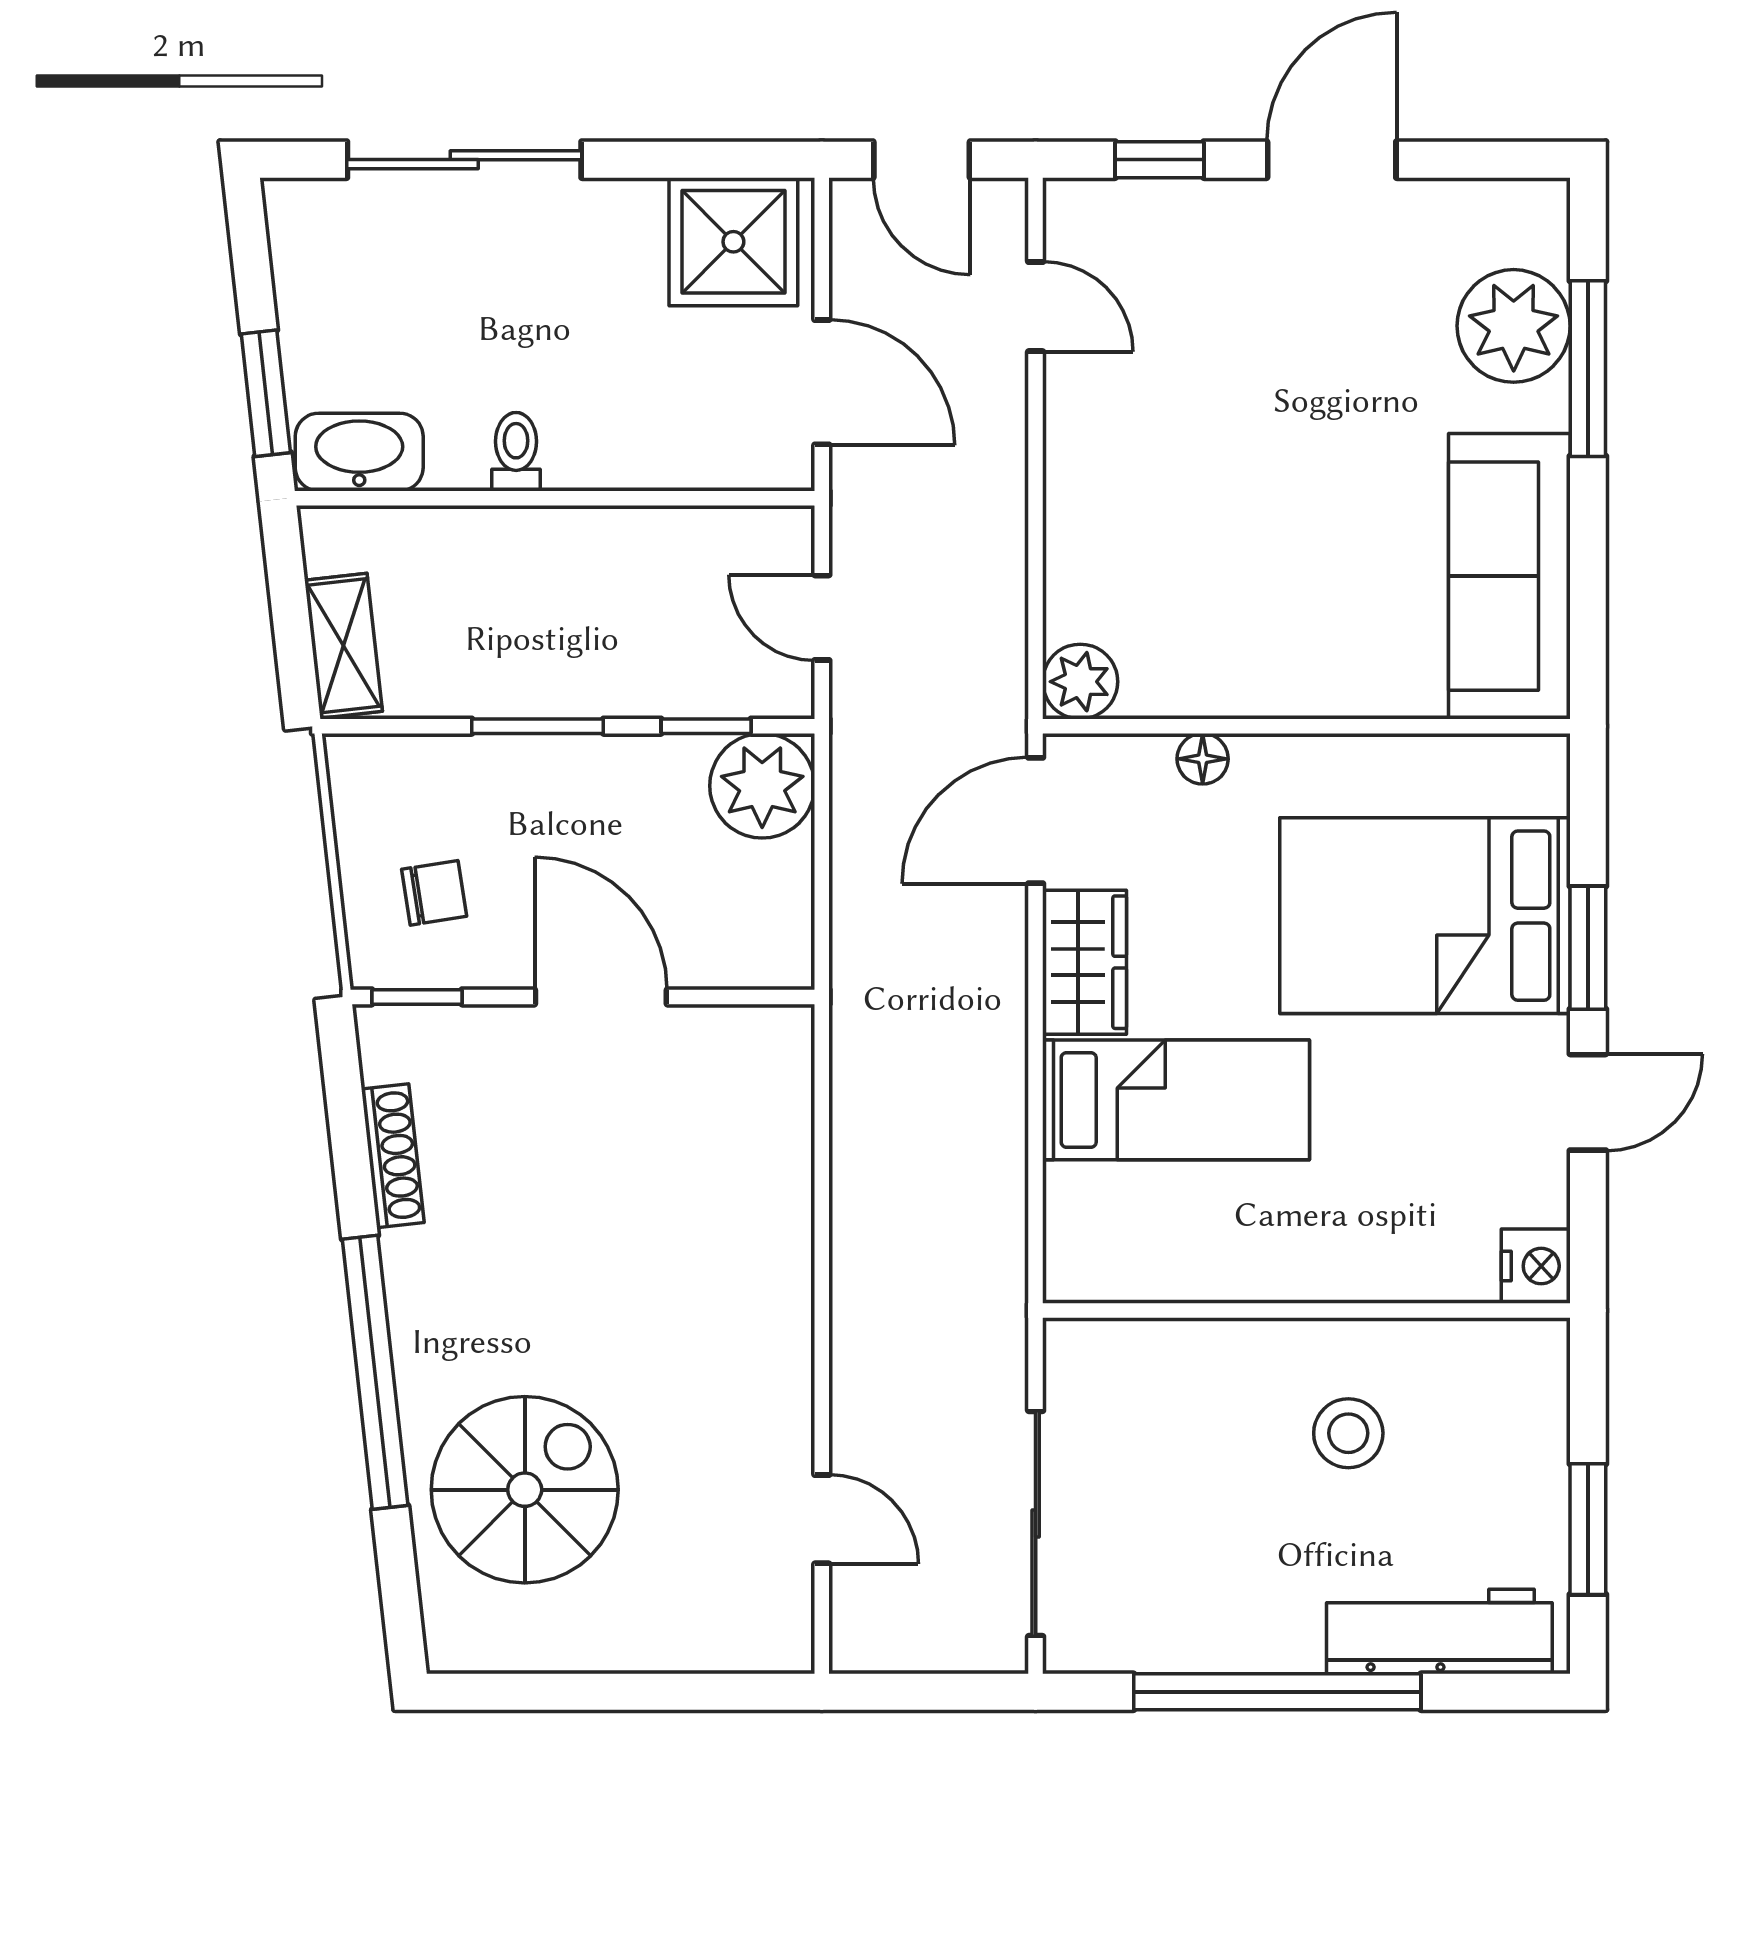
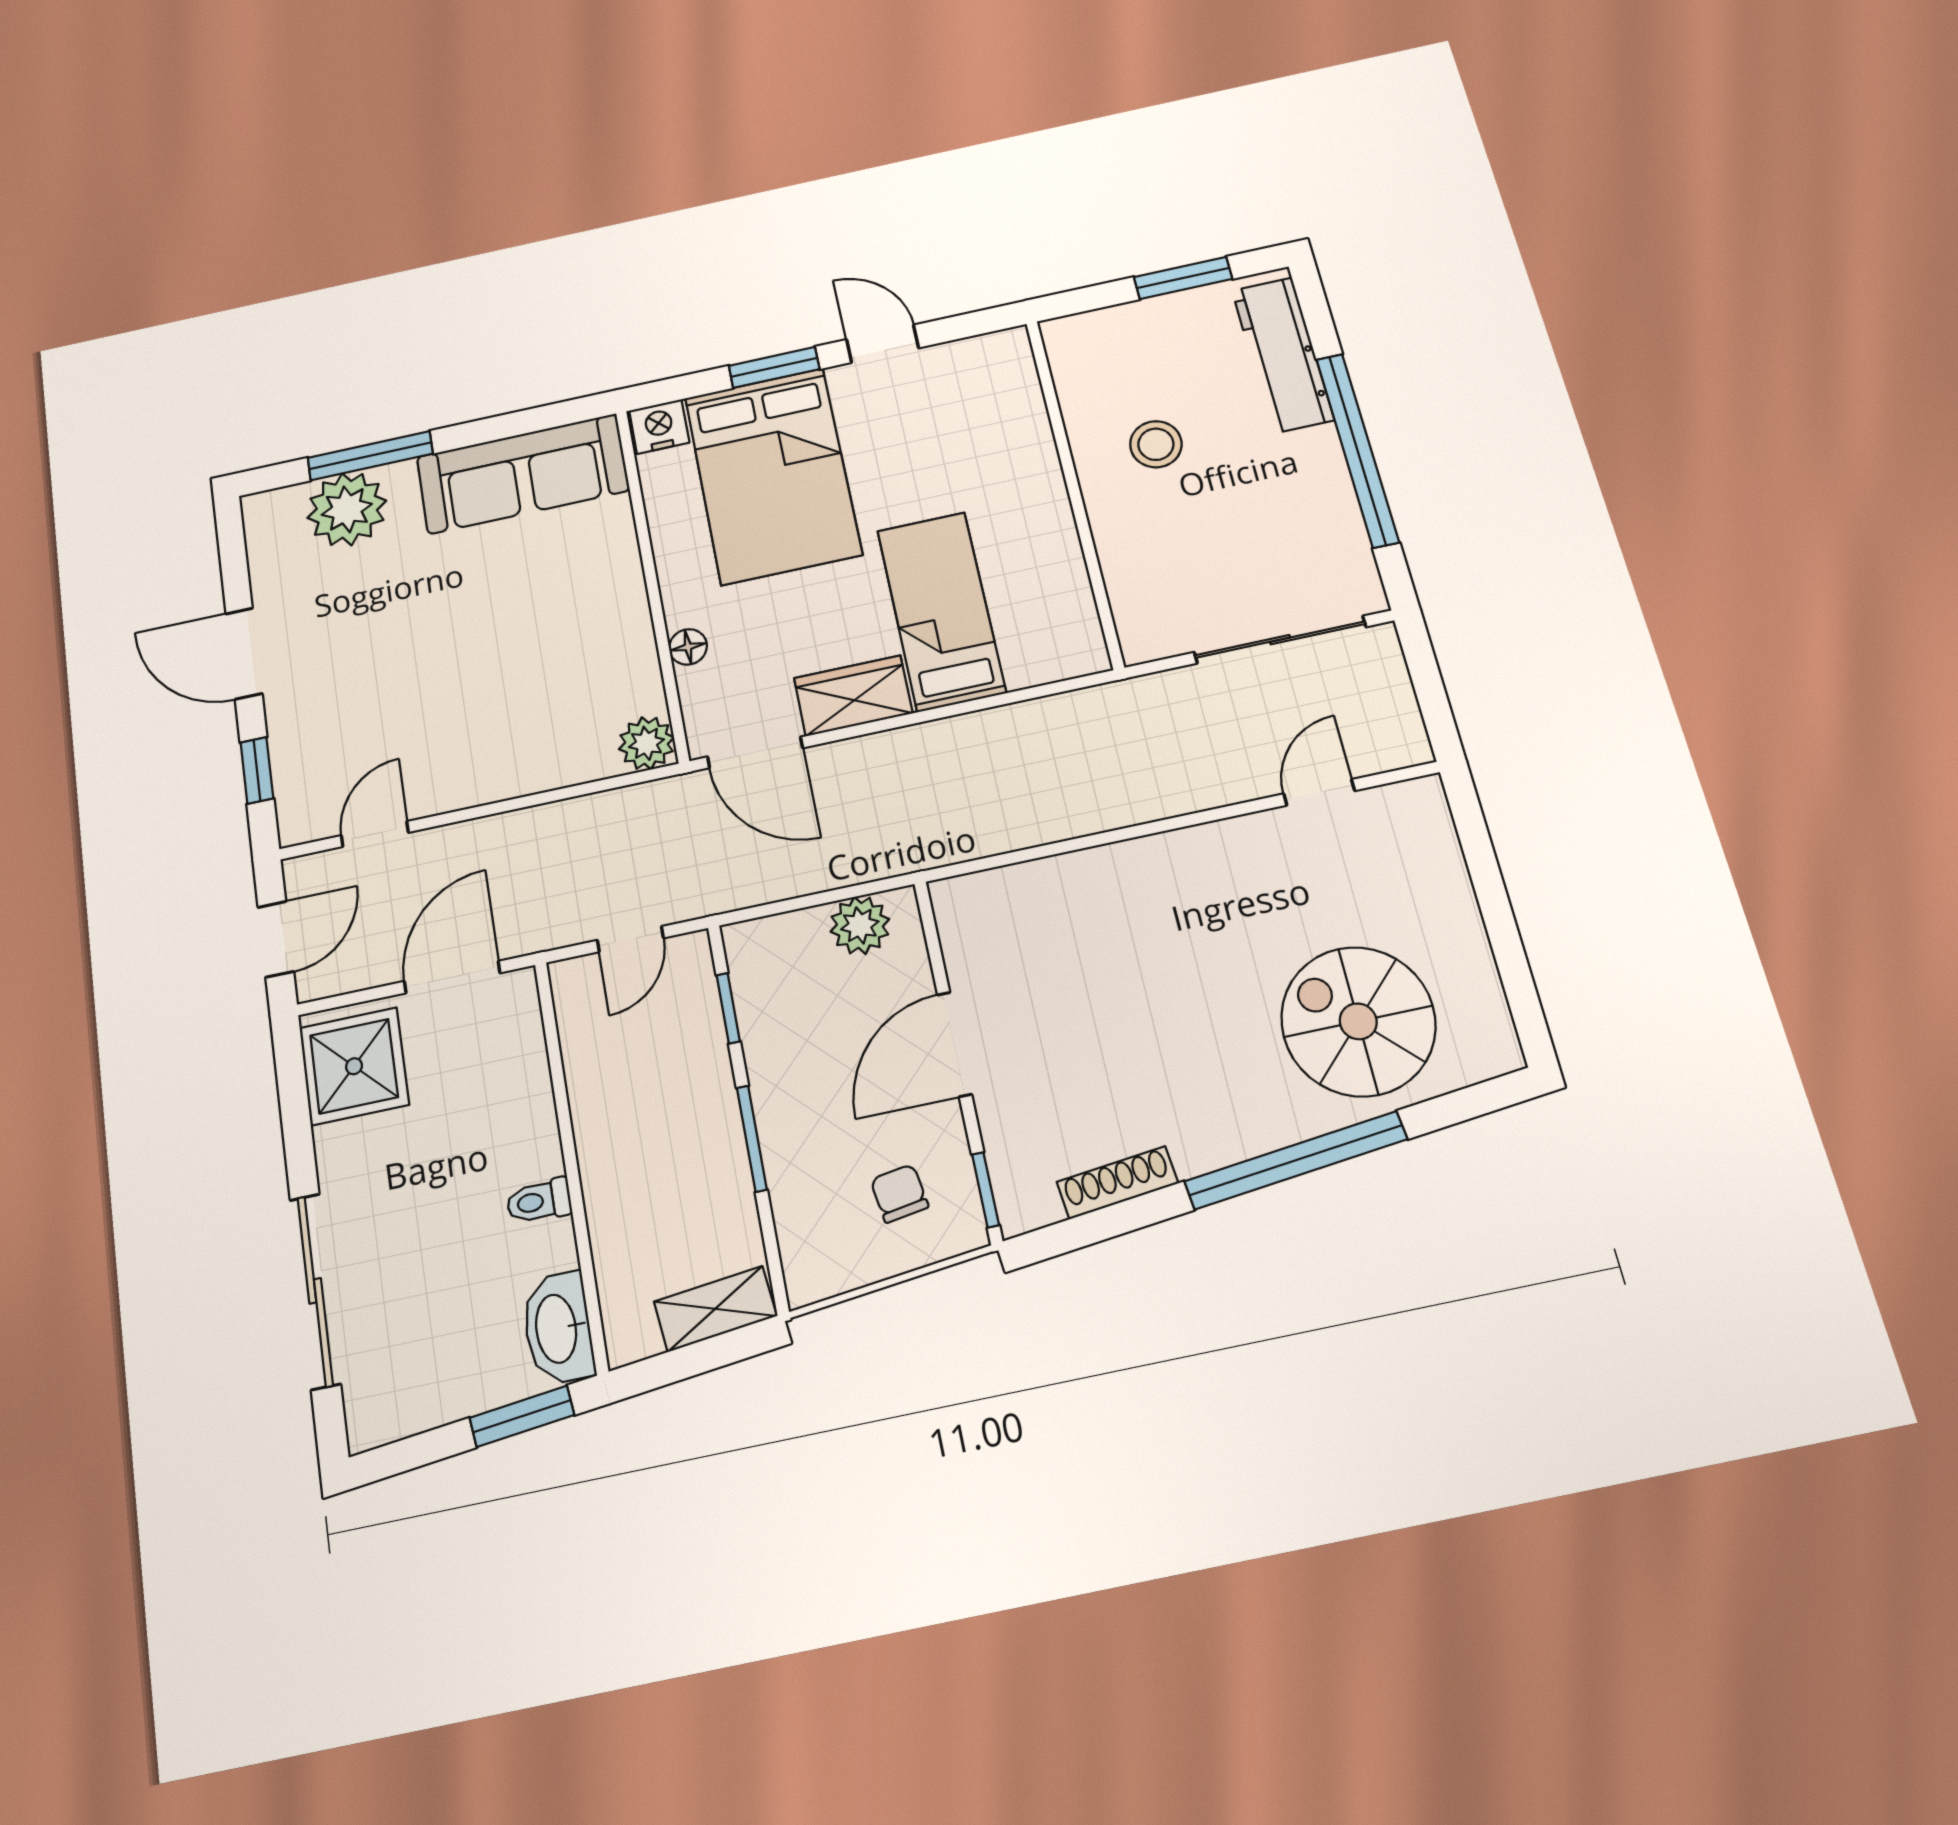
plant: (762, 786) -> (860, 925), moved, width x0.73, depth x0.73
nightstand: (1536, 1266) -> (659, 427), moved

